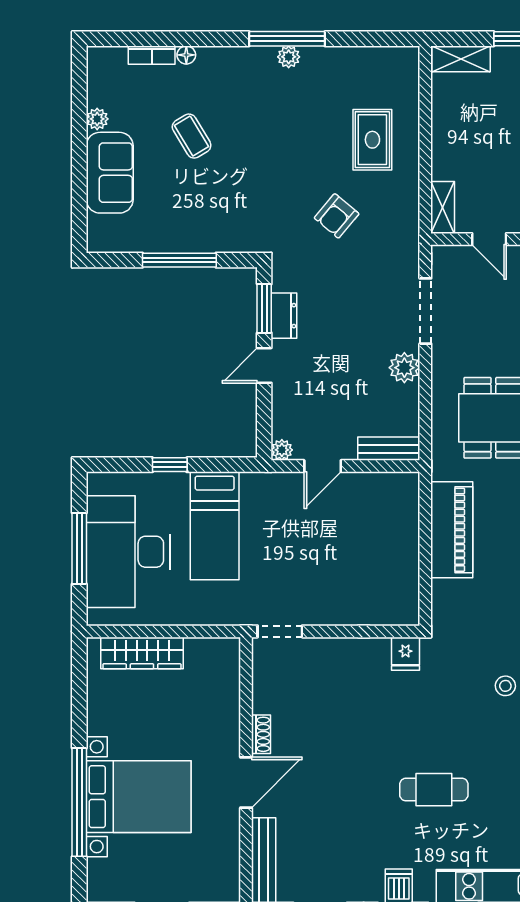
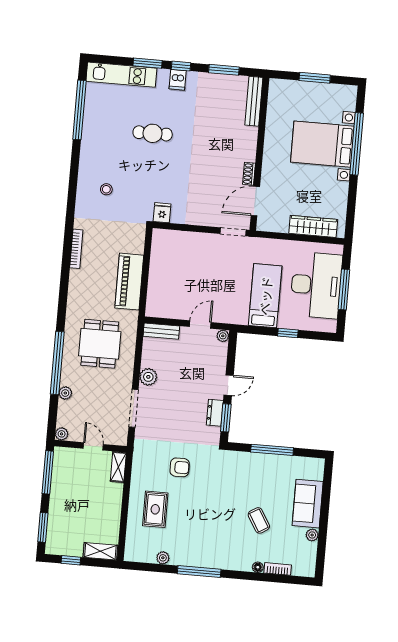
plant: (289, 57) -> (163, 558), moved
armchair: (337, 216) -> (180, 467), turned 50
door: (246, 783) -> (255, 201), moved

